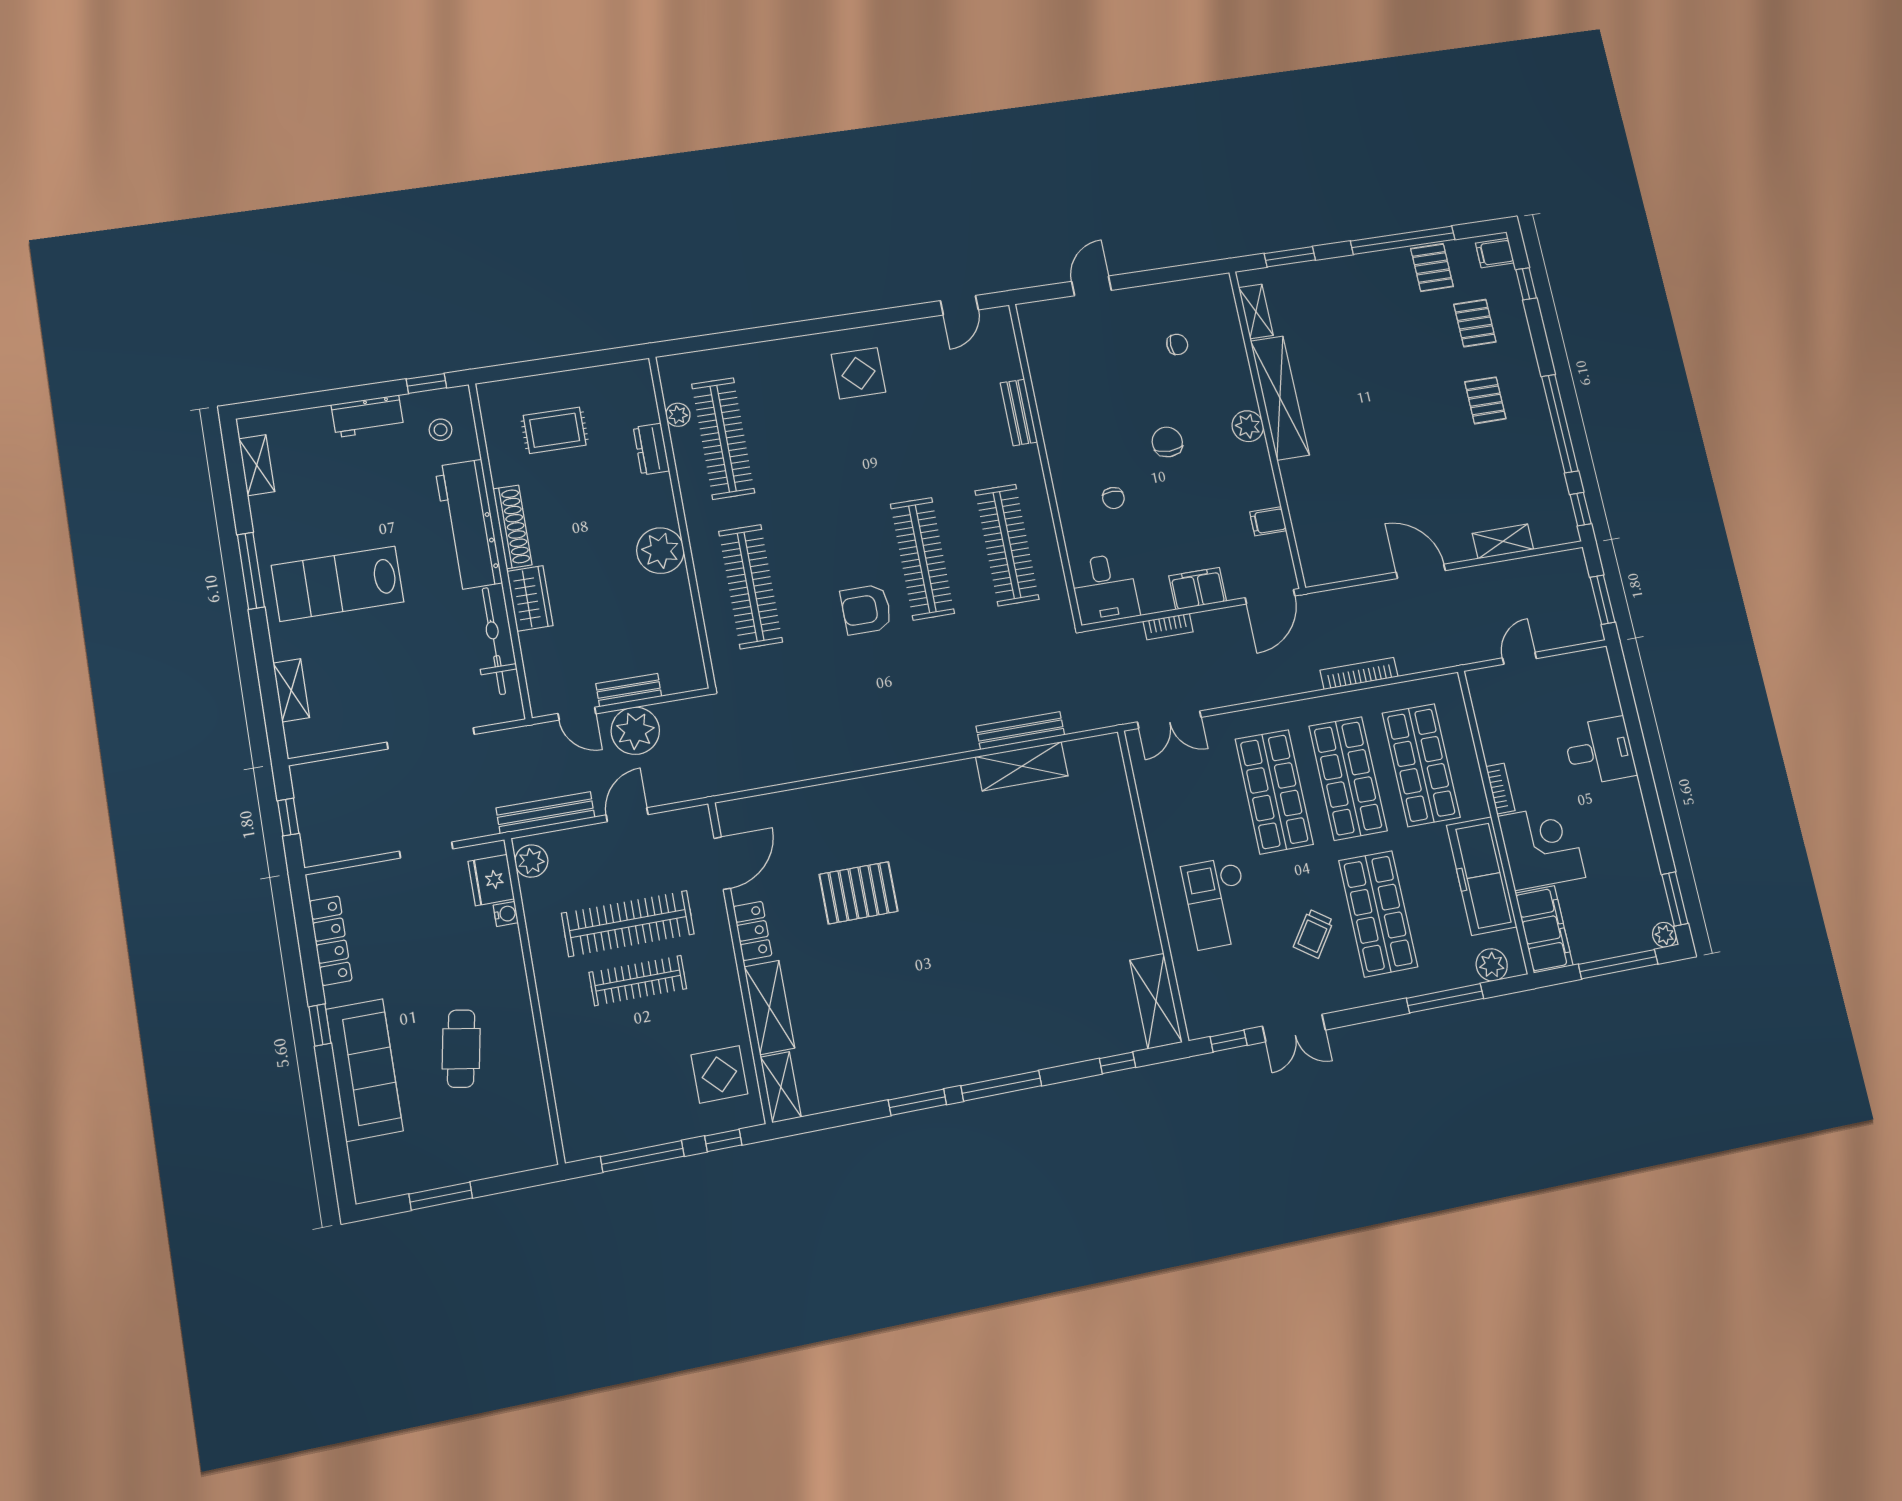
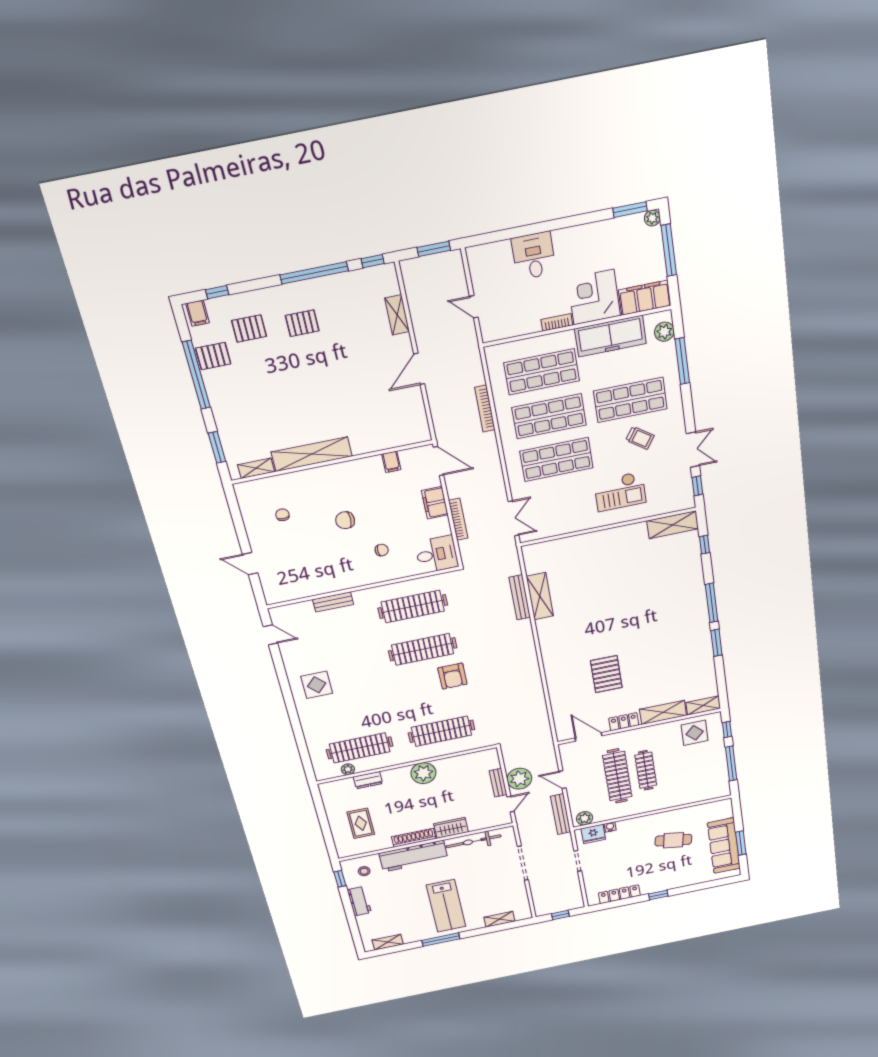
plant: (1248, 426) -> (331, 473), removed
bookcase: (1168, 627) -> (458, 519), width x1.56
sofa: (364, 1070) -> (724, 846), moved, turned -90

